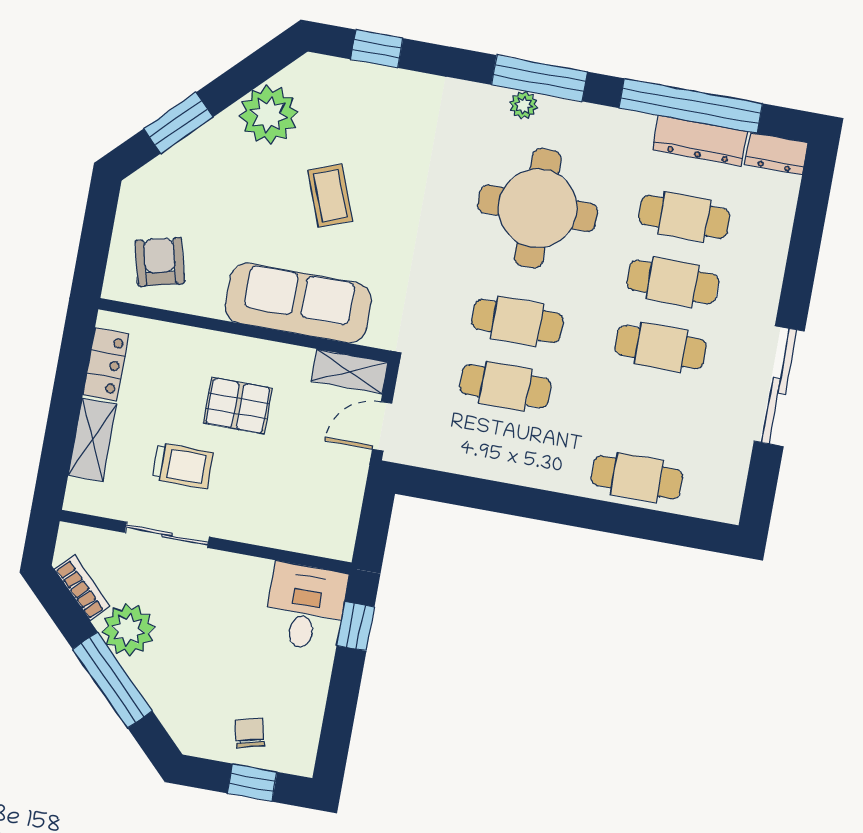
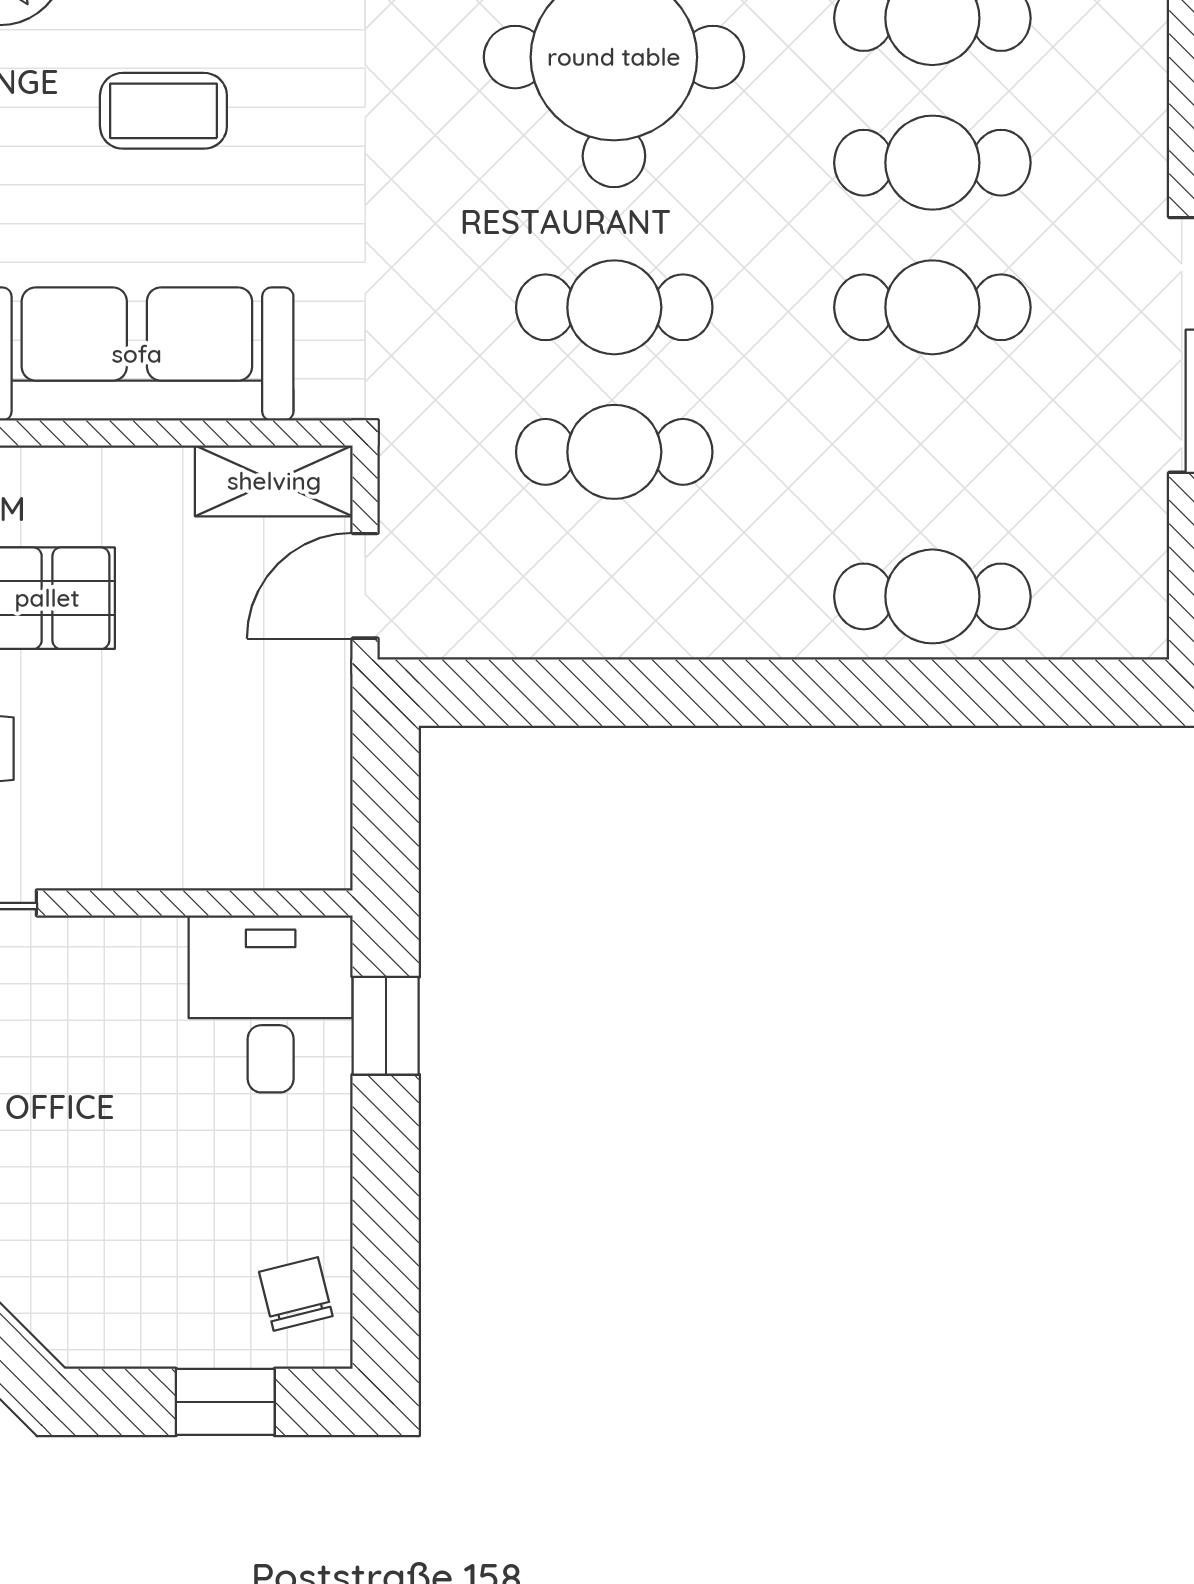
coffee table: (330, 196) -> (163, 111), turned -69
chair: (249, 733) -> (296, 1294), moved

